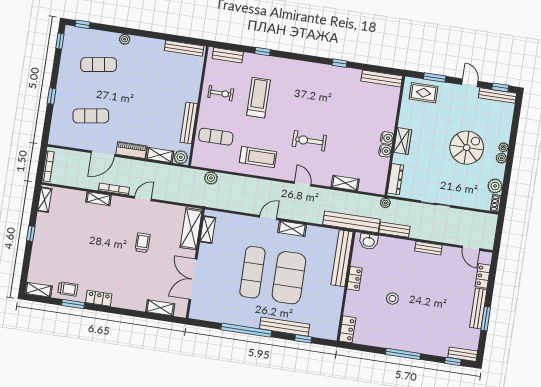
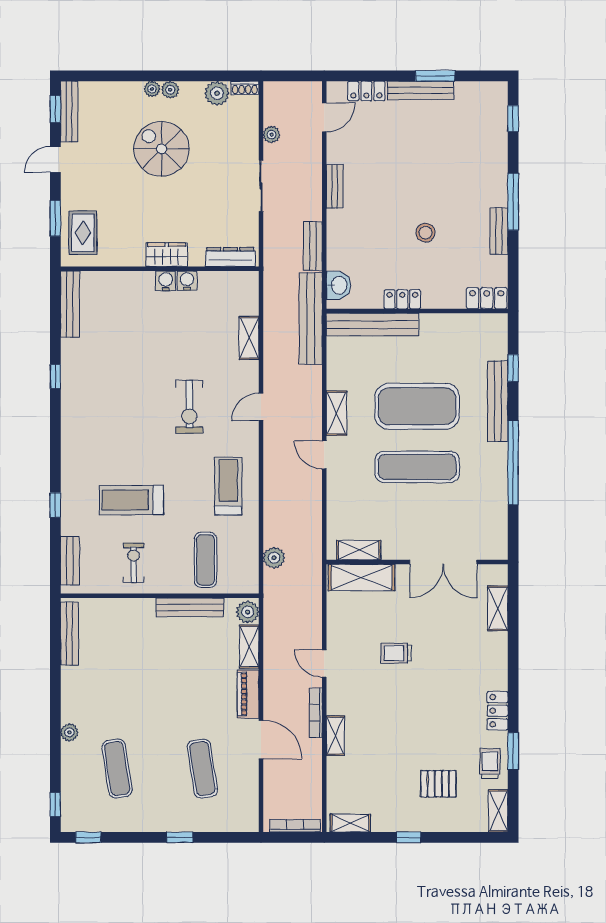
plant: (385, 203) -> (272, 135), moved
pallet: (60, 256) -> (438, 784), added
bench: (463, 354) -> (499, 231), moved

